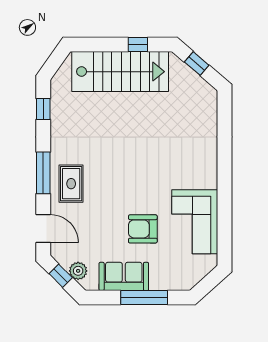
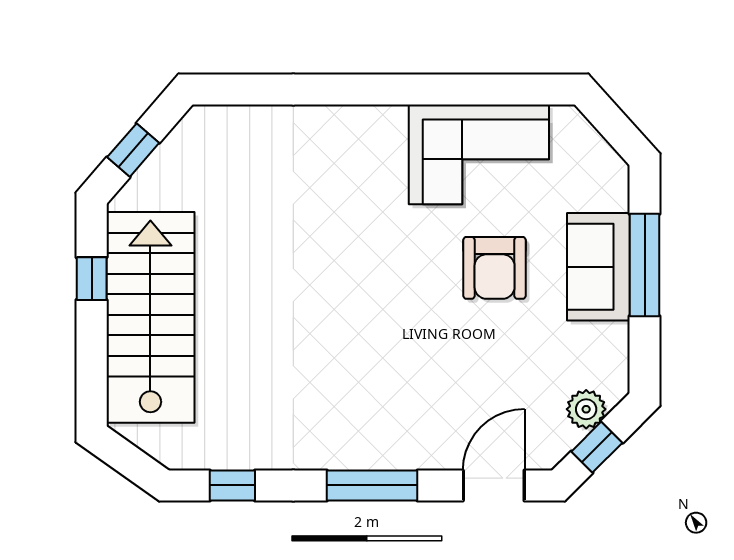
rug: (71, 184) -> (396, 425), removed
sofa: (124, 276) -> (598, 267), moved

